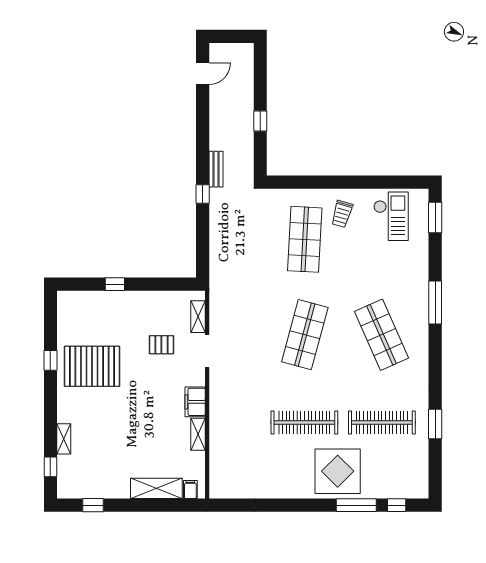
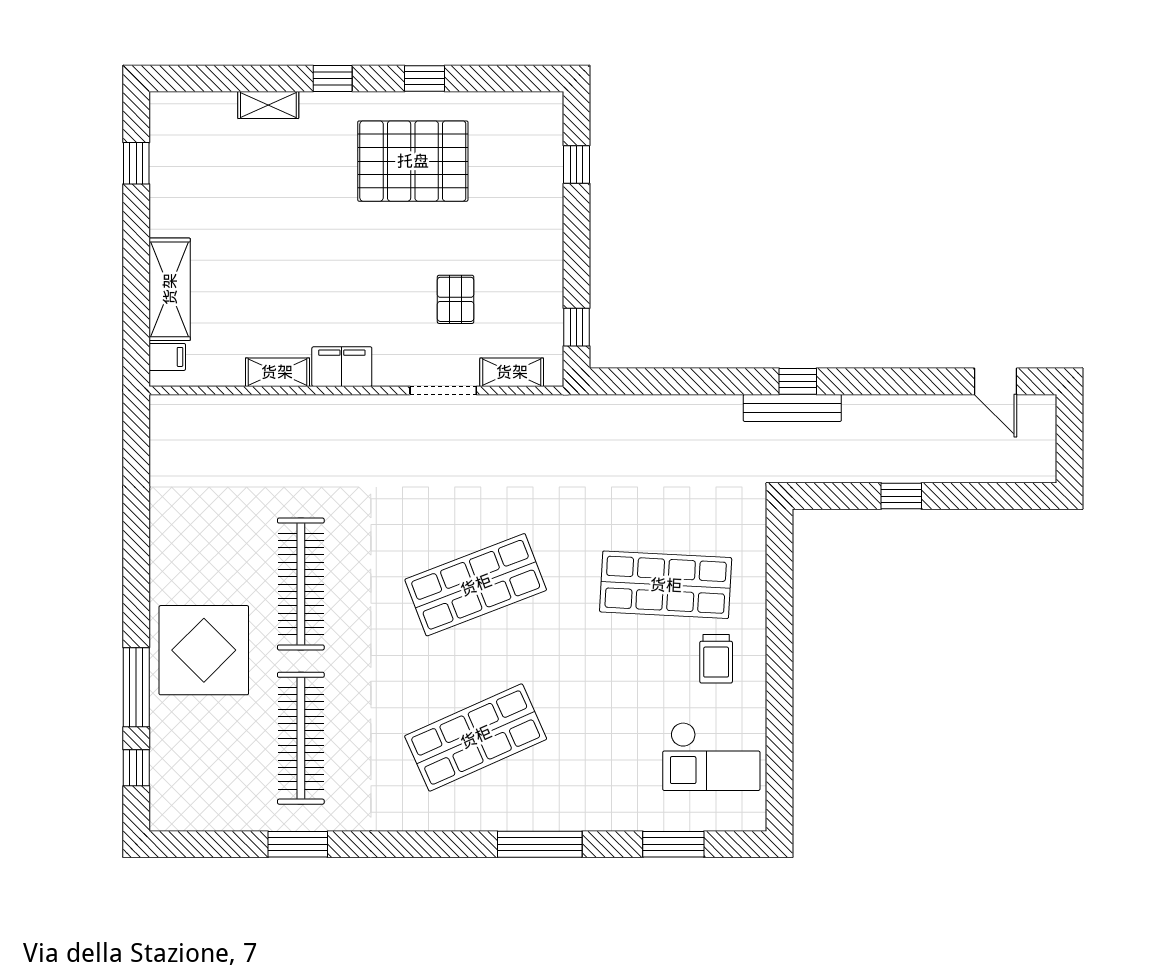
bench: (216, 169) -> (792, 408), width x1.36
window: (203, 194) -> (798, 381), moved
trolley: (342, 214) -> (716, 659), turned -106
window: (435, 217) -> (673, 844), moved
window: (115, 284) -> (576, 165), moved
window: (175, 284) -> (576, 327), added
shop shelf: (305, 335) -> (476, 585), turned -36
pallet: (92, 366) -> (413, 161), turned 90
window: (50, 467) -> (333, 78), moved

